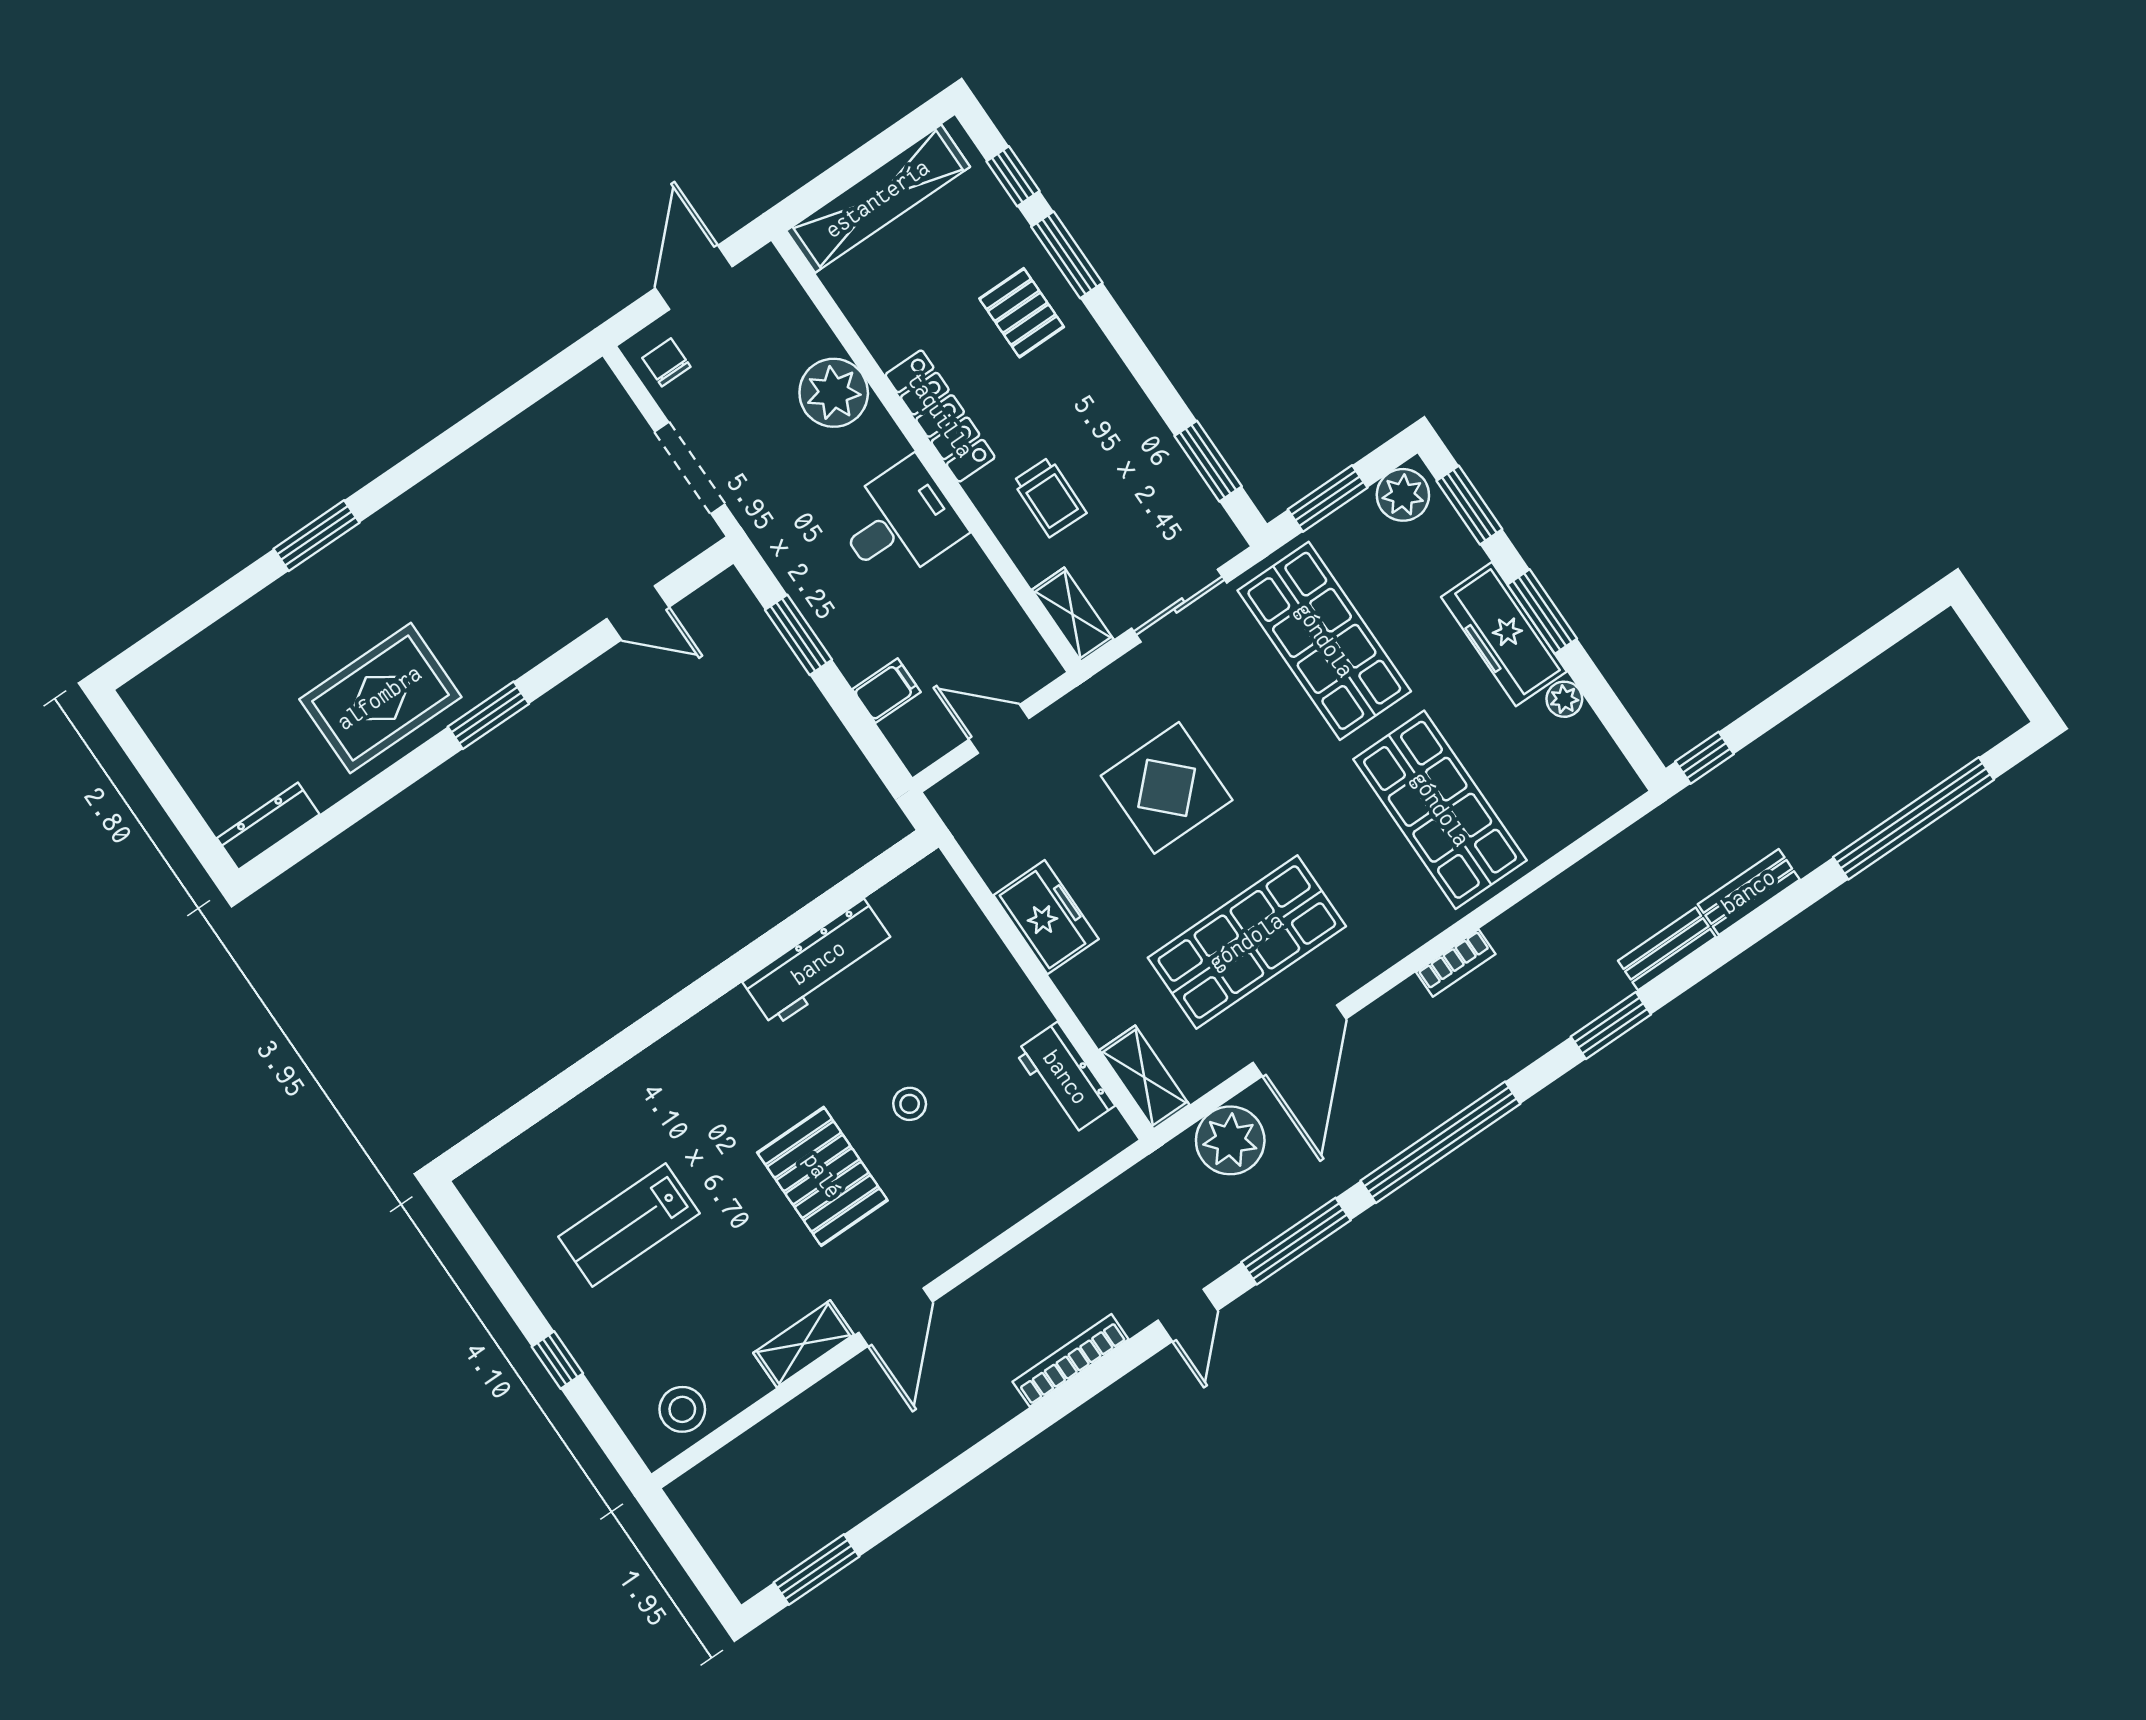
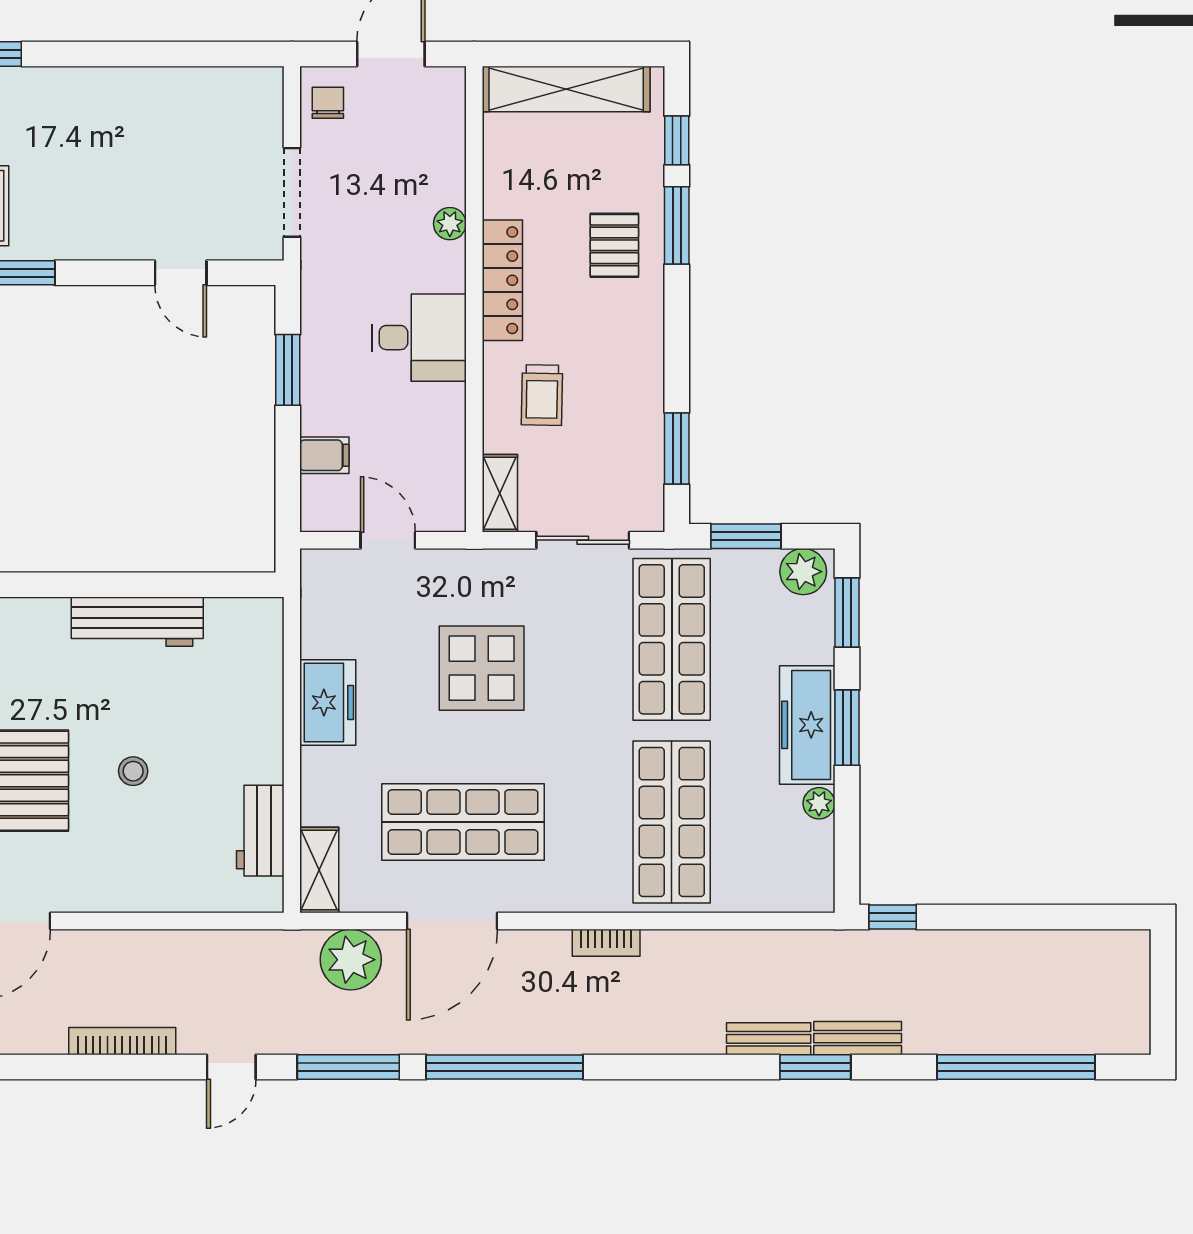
plant: (834, 393) -> (450, 224), width x0.53, depth x0.53
window: (1611, 1026) -> (815, 1067), moved

